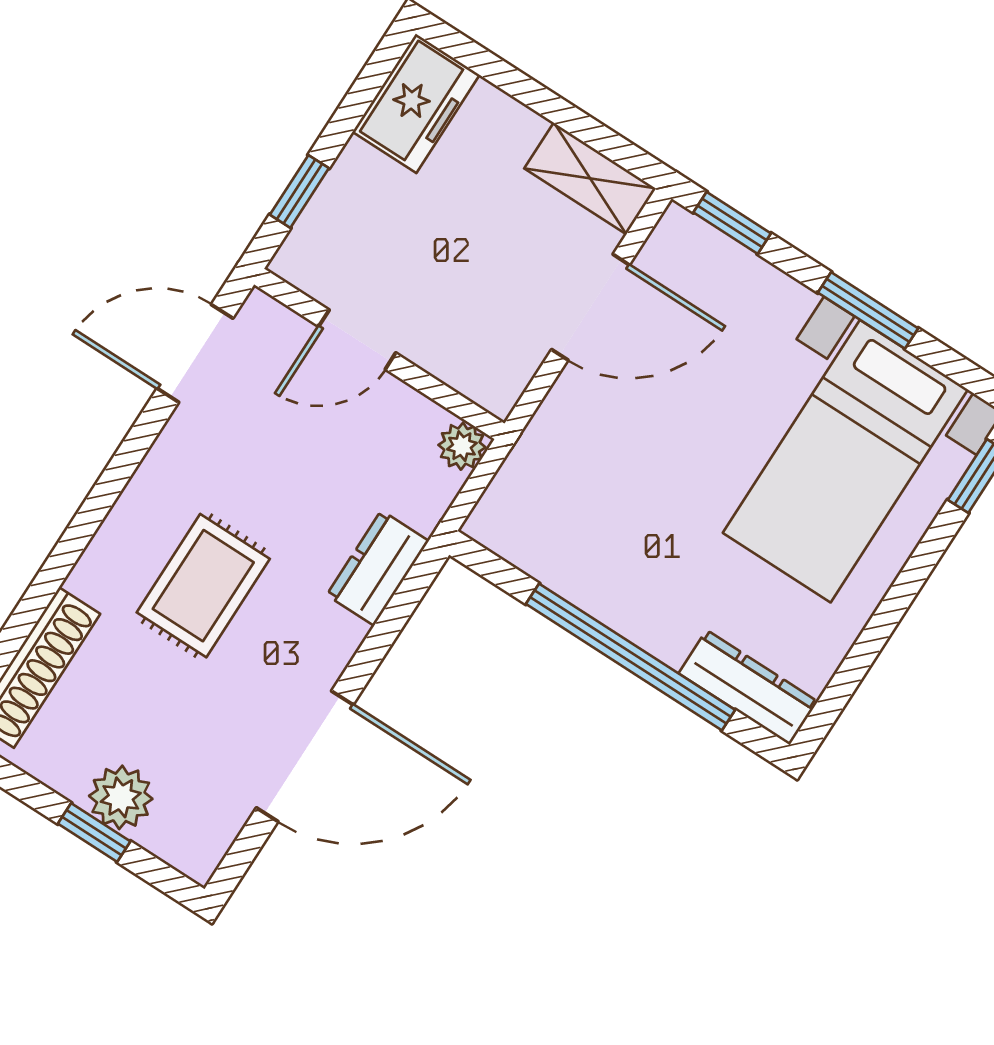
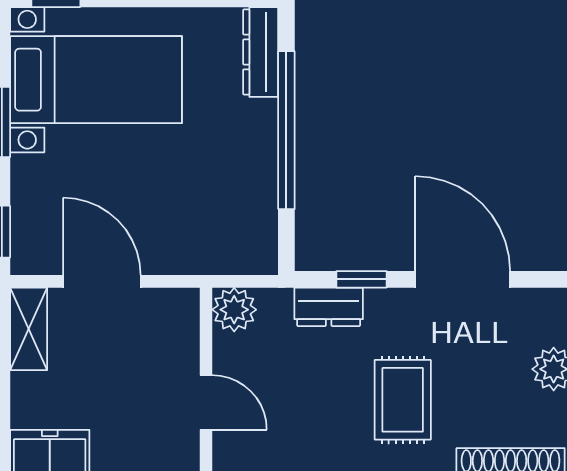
plant: (462, 446) -> (234, 310), width x1.38, depth x1.38
rug: (203, 586) -> (403, 400), turned 90
window: (386, 631) -> (361, 279), added

